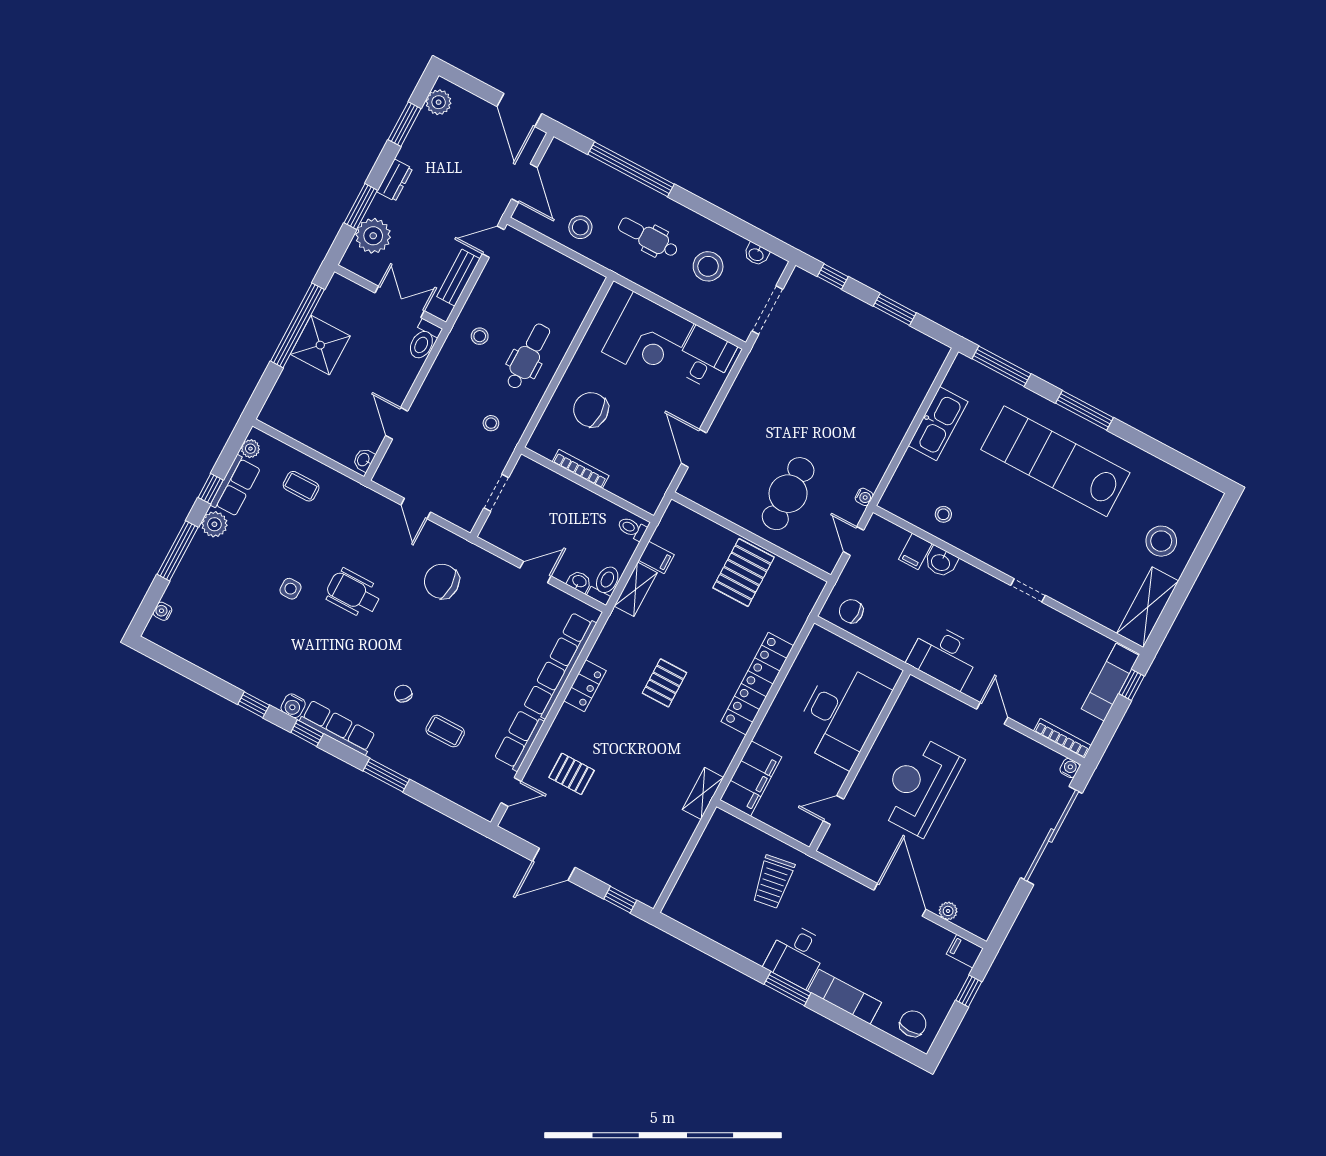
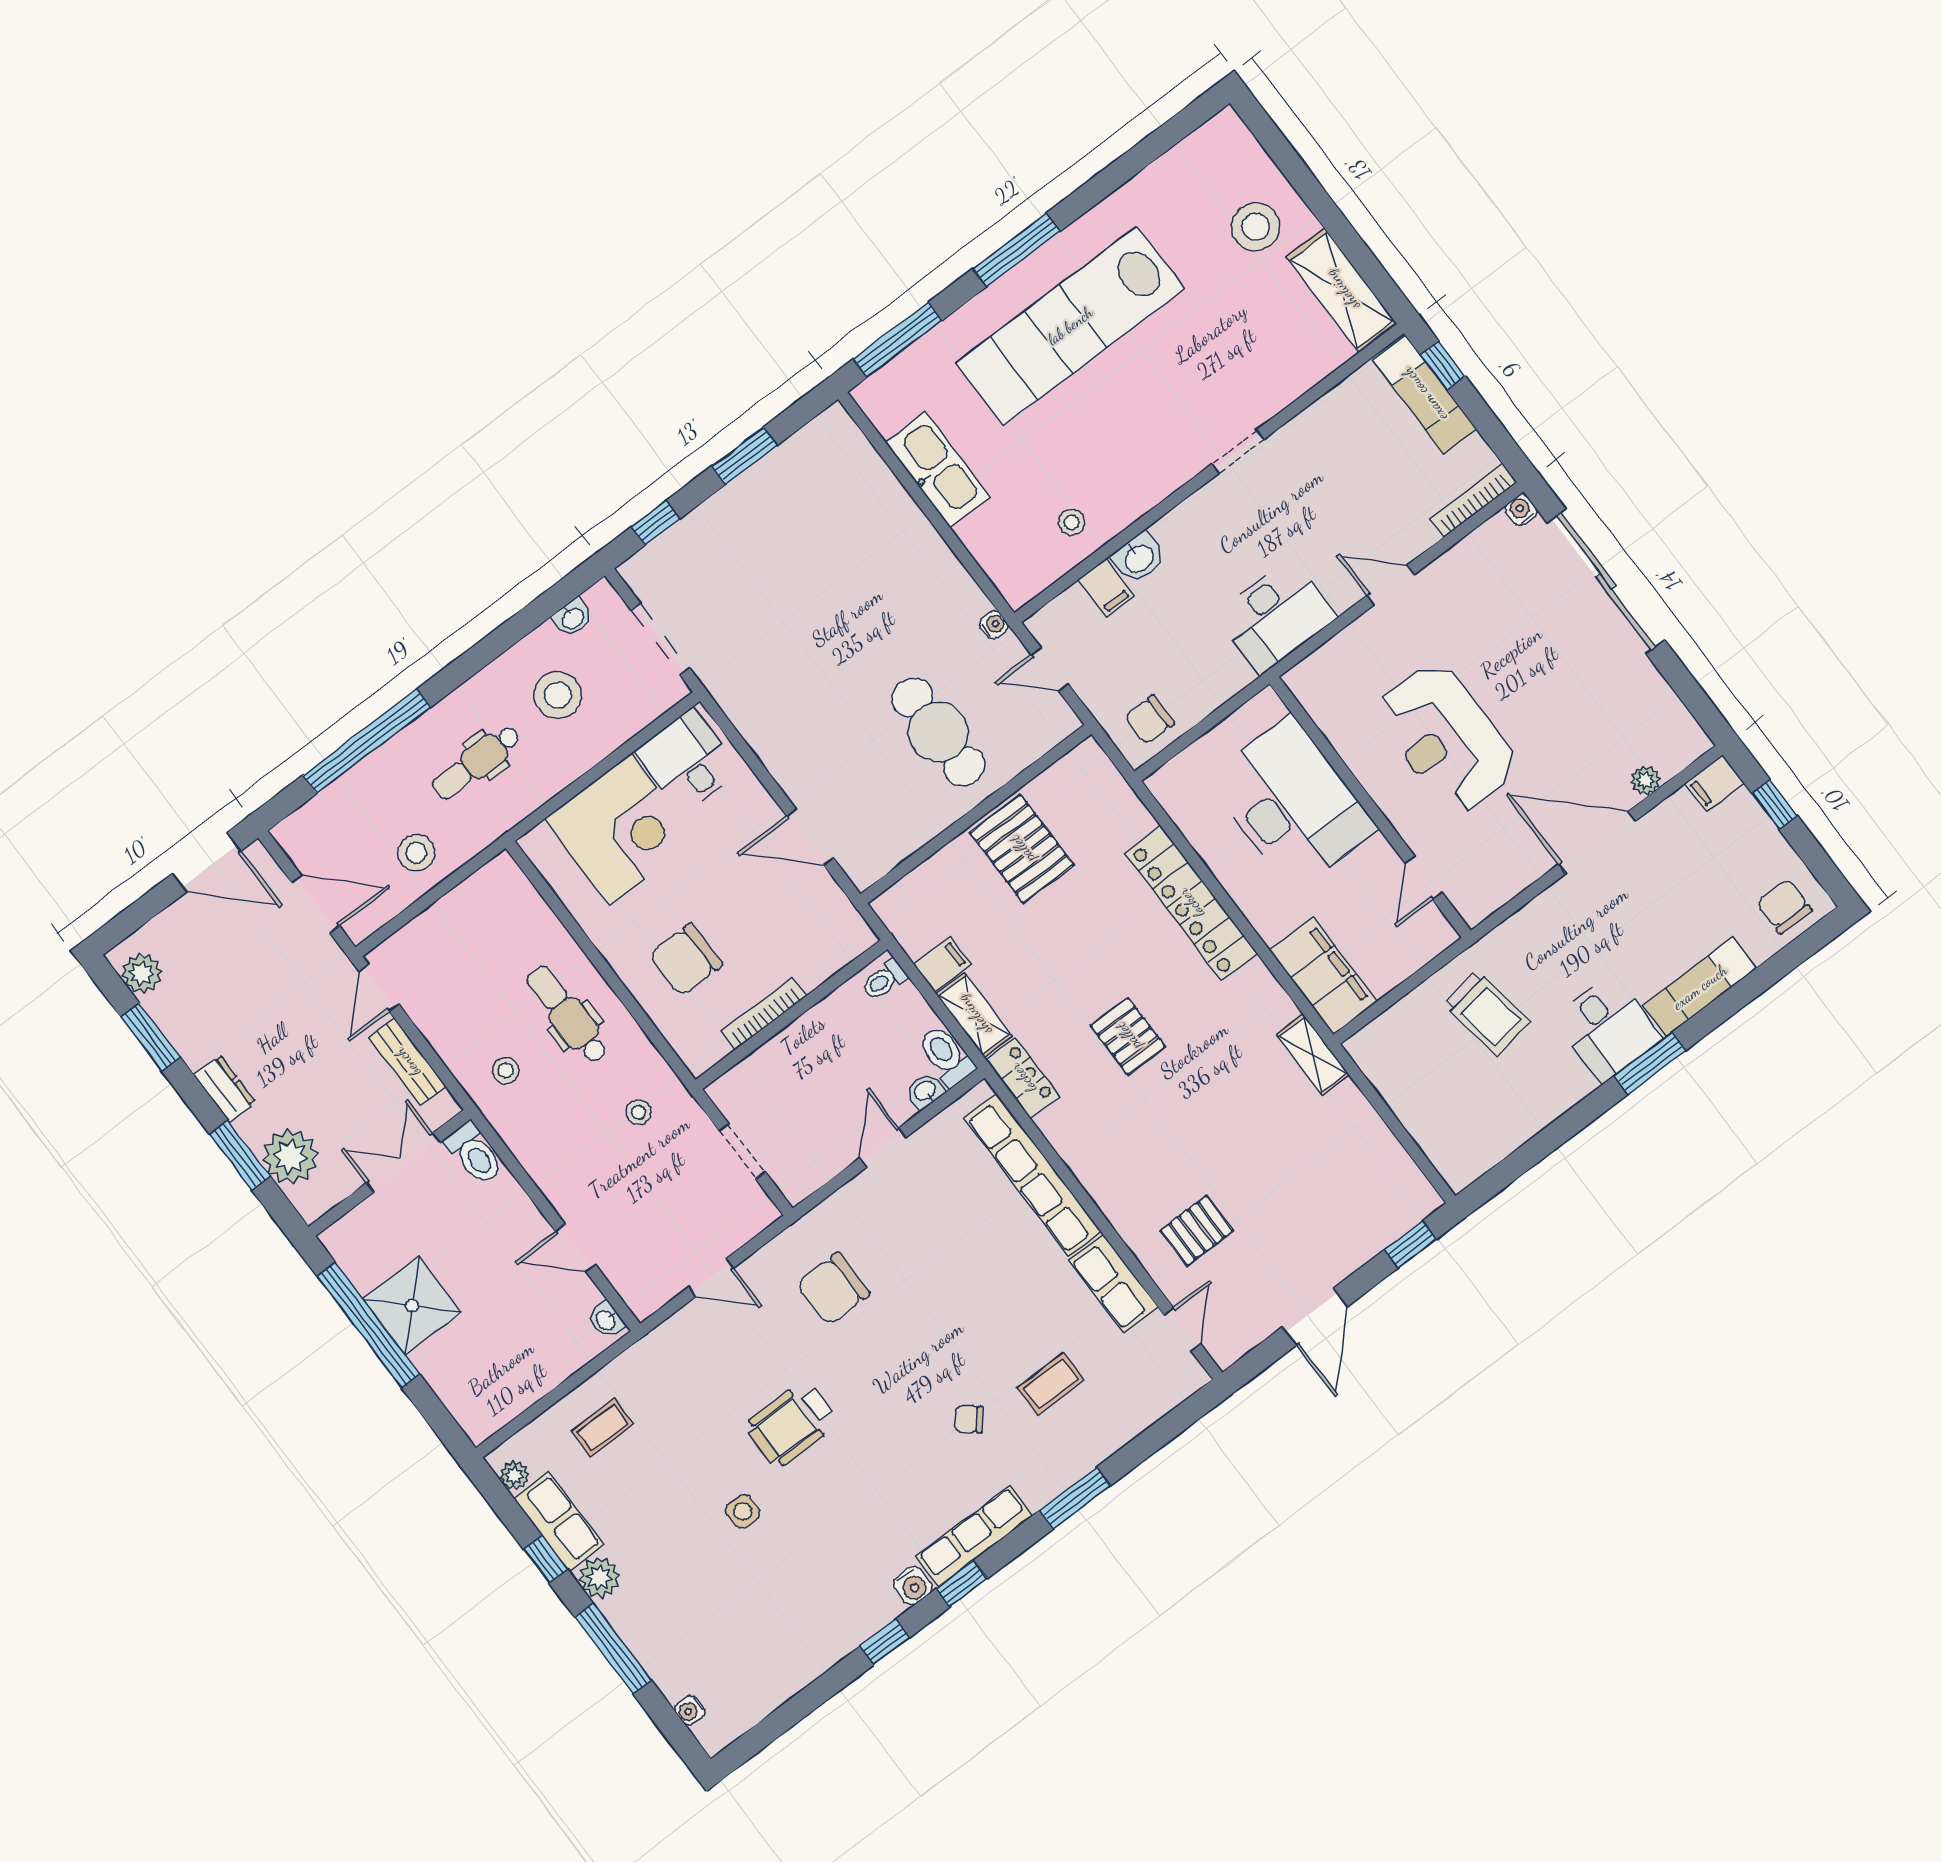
locker: (585, 686) -> (1023, 1078), moved

